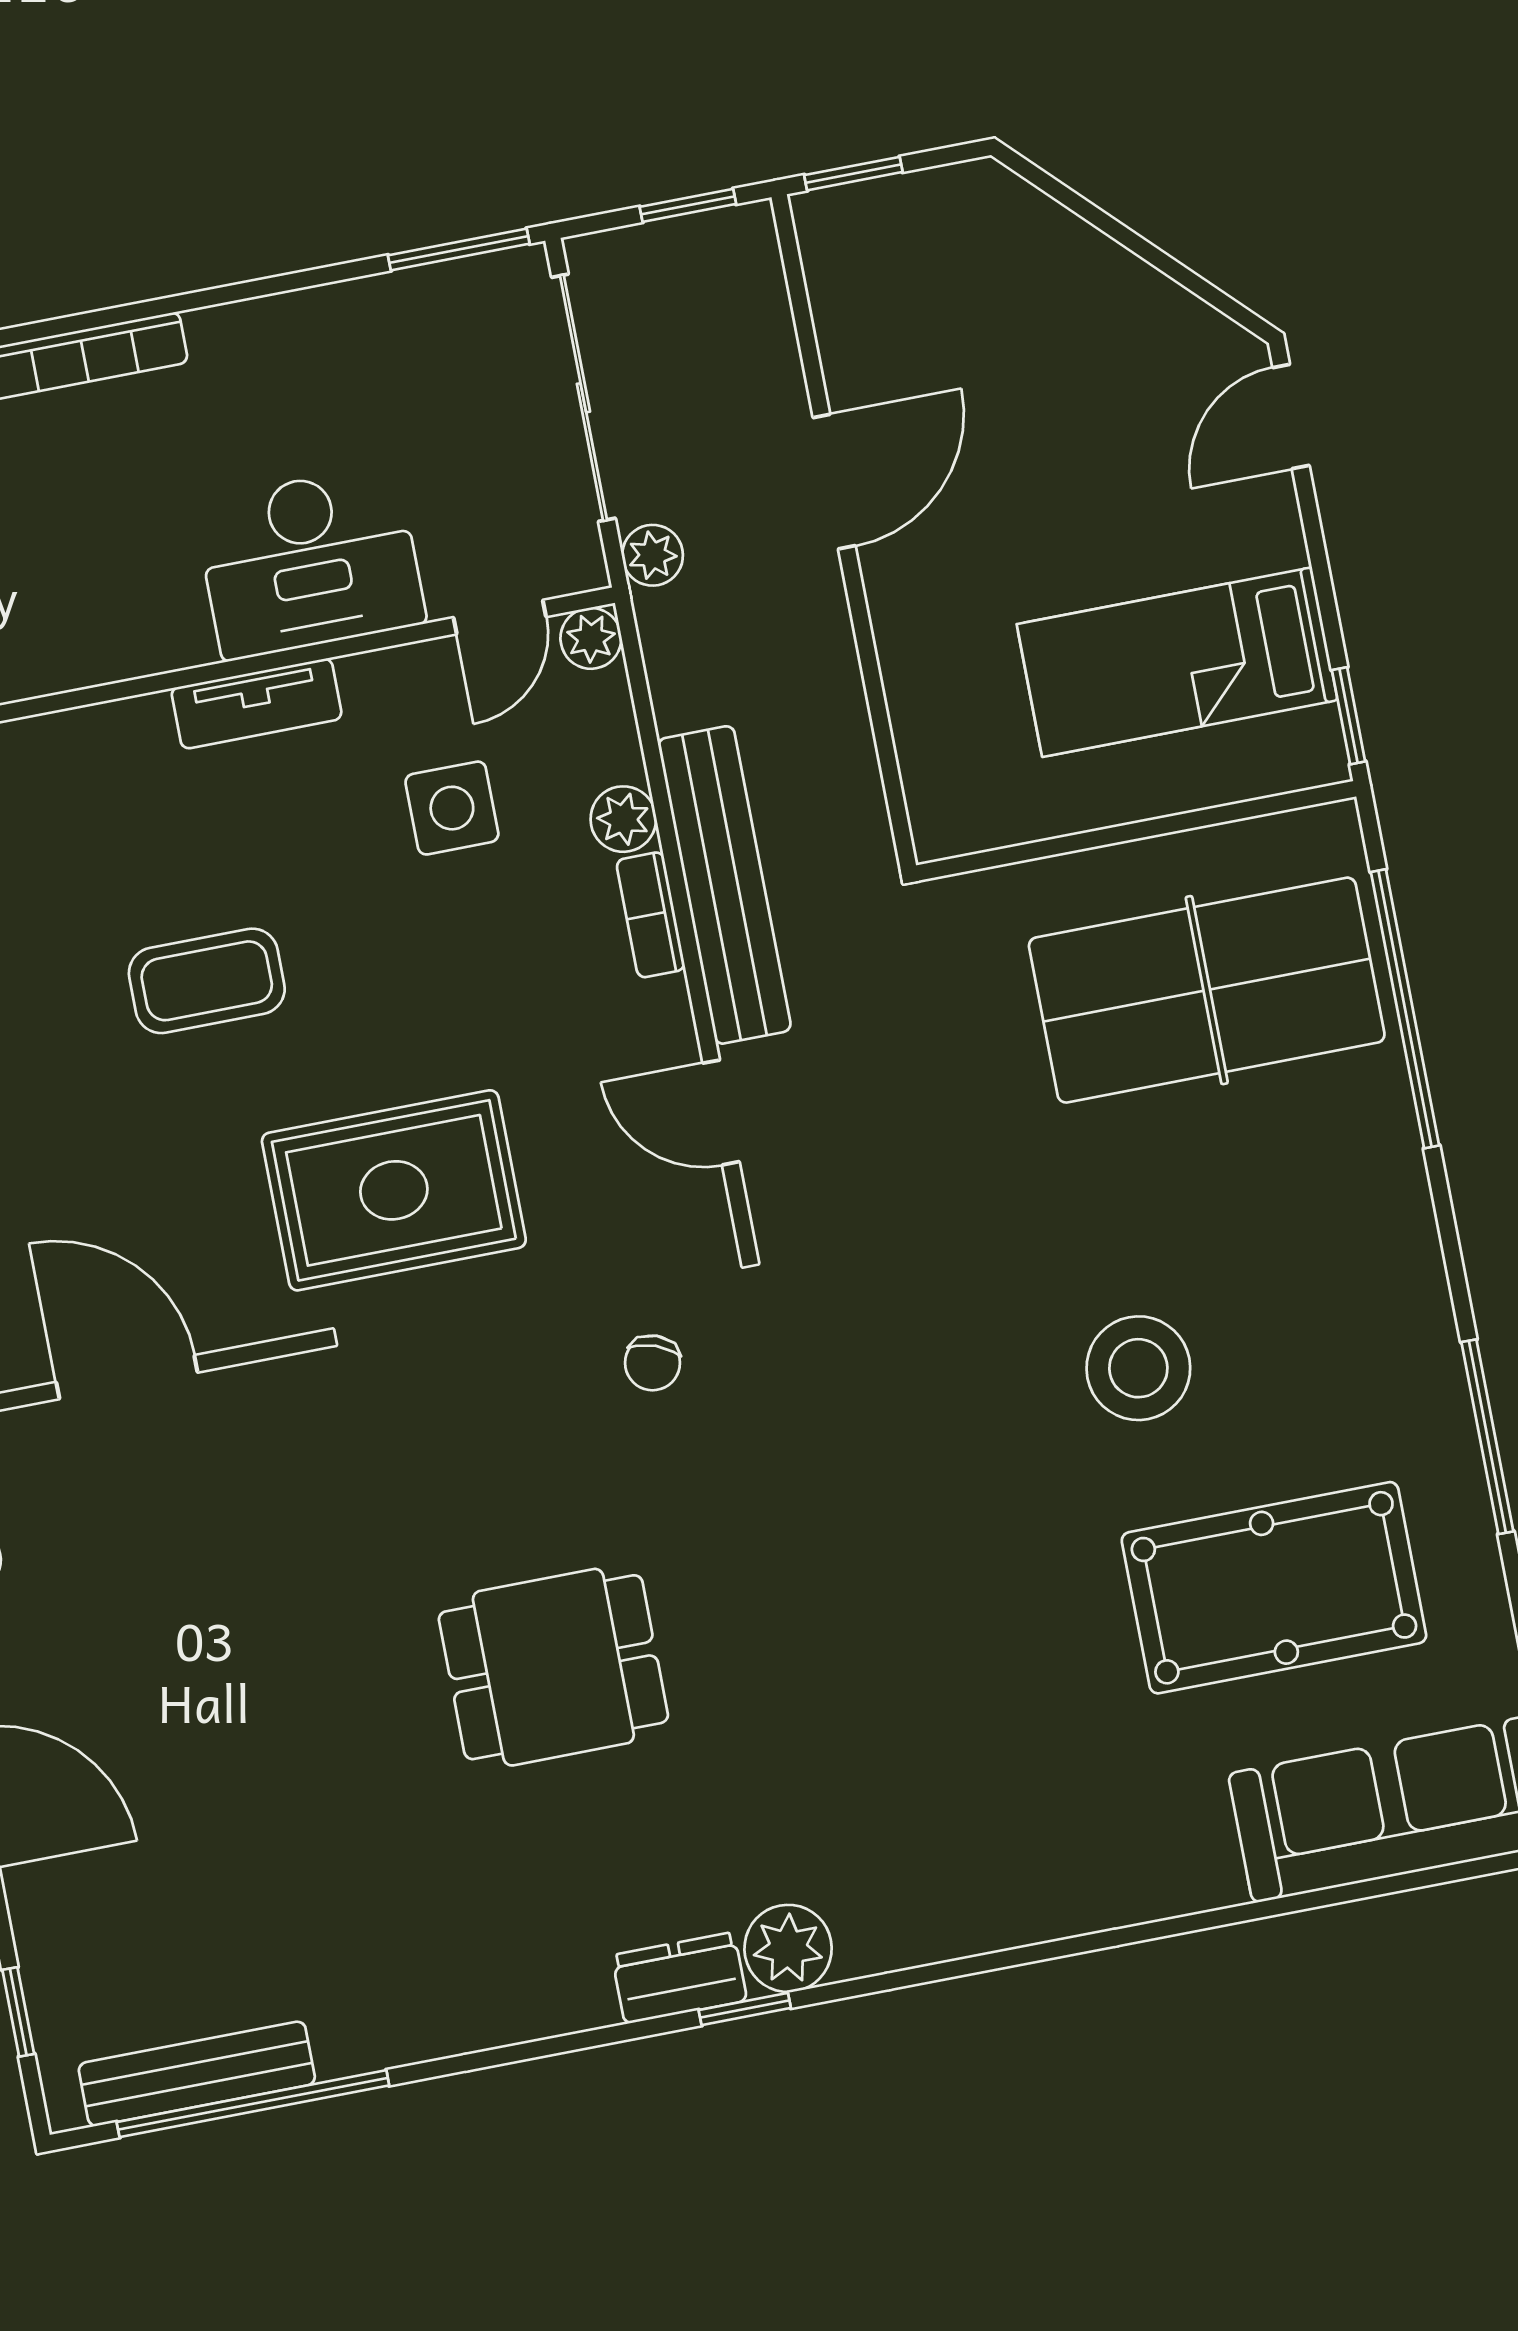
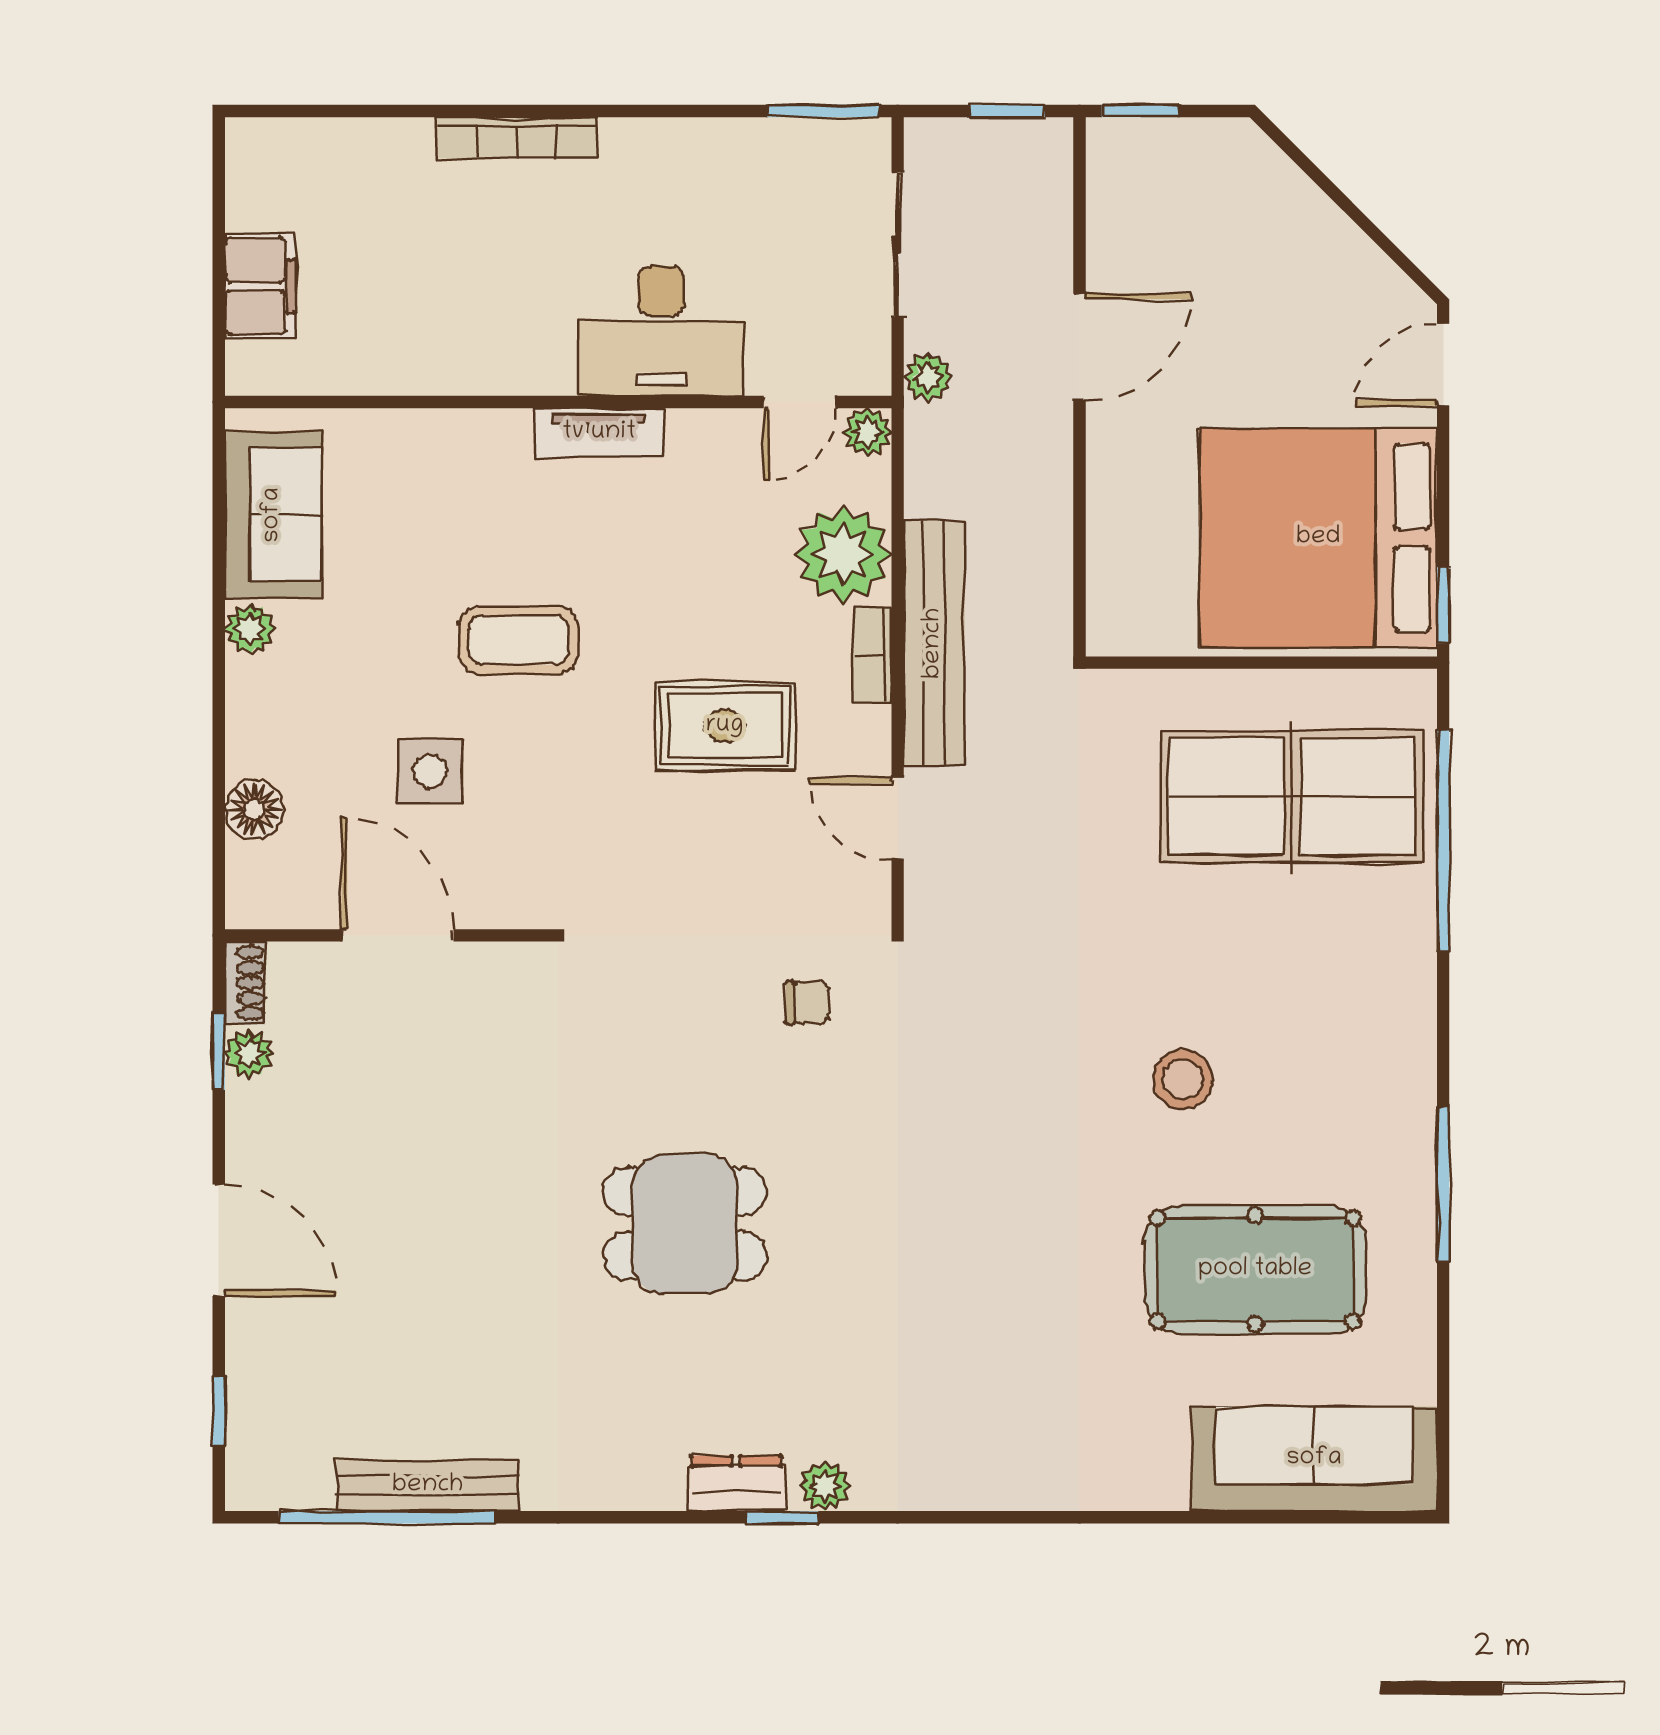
sliding door: (583, 398) -> (898, 245), width x0.73
bed: (1177, 662) -> (1318, 538), width x2.04
side table: (452, 808) -> (430, 771), moved
plant: (623, 819) -> (843, 554), width x1.87, depth x1.87
rug: (394, 1190) -> (725, 726), moved, width x0.73, depth x0.70
chair: (652, 1363) -> (807, 1003), turned -110
stool: (1138, 1368) -> (1183, 1079), width x0.73, depth x0.73
plant: (788, 1948) -> (825, 1486), width x0.73, depth x0.73
bench: (197, 2074) -> (428, 1486), moved

